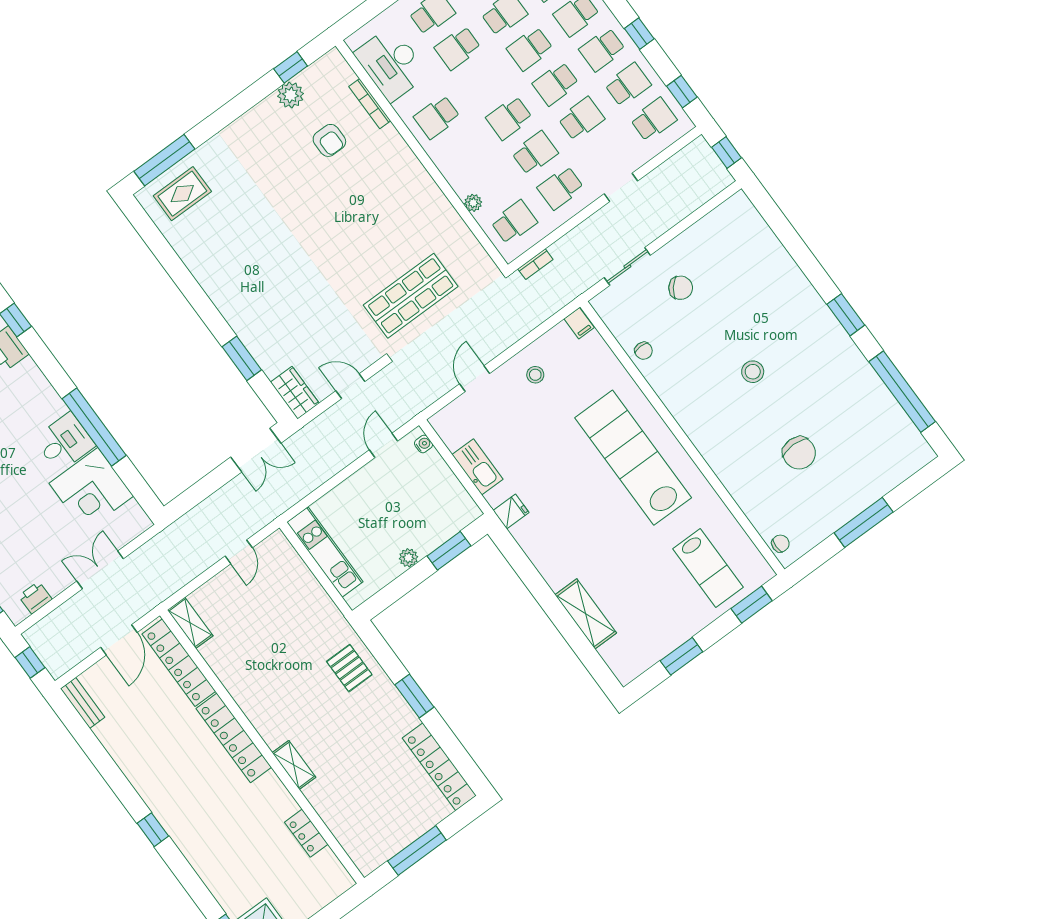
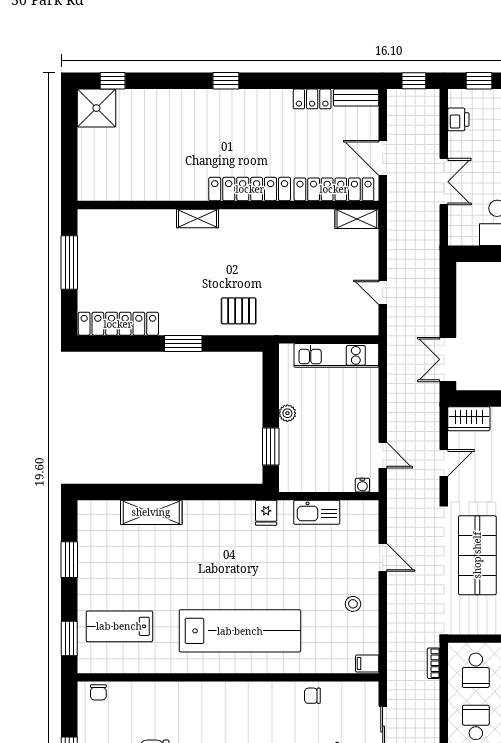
locker: (306, 833) -> (312, 99), moved, turned 180

